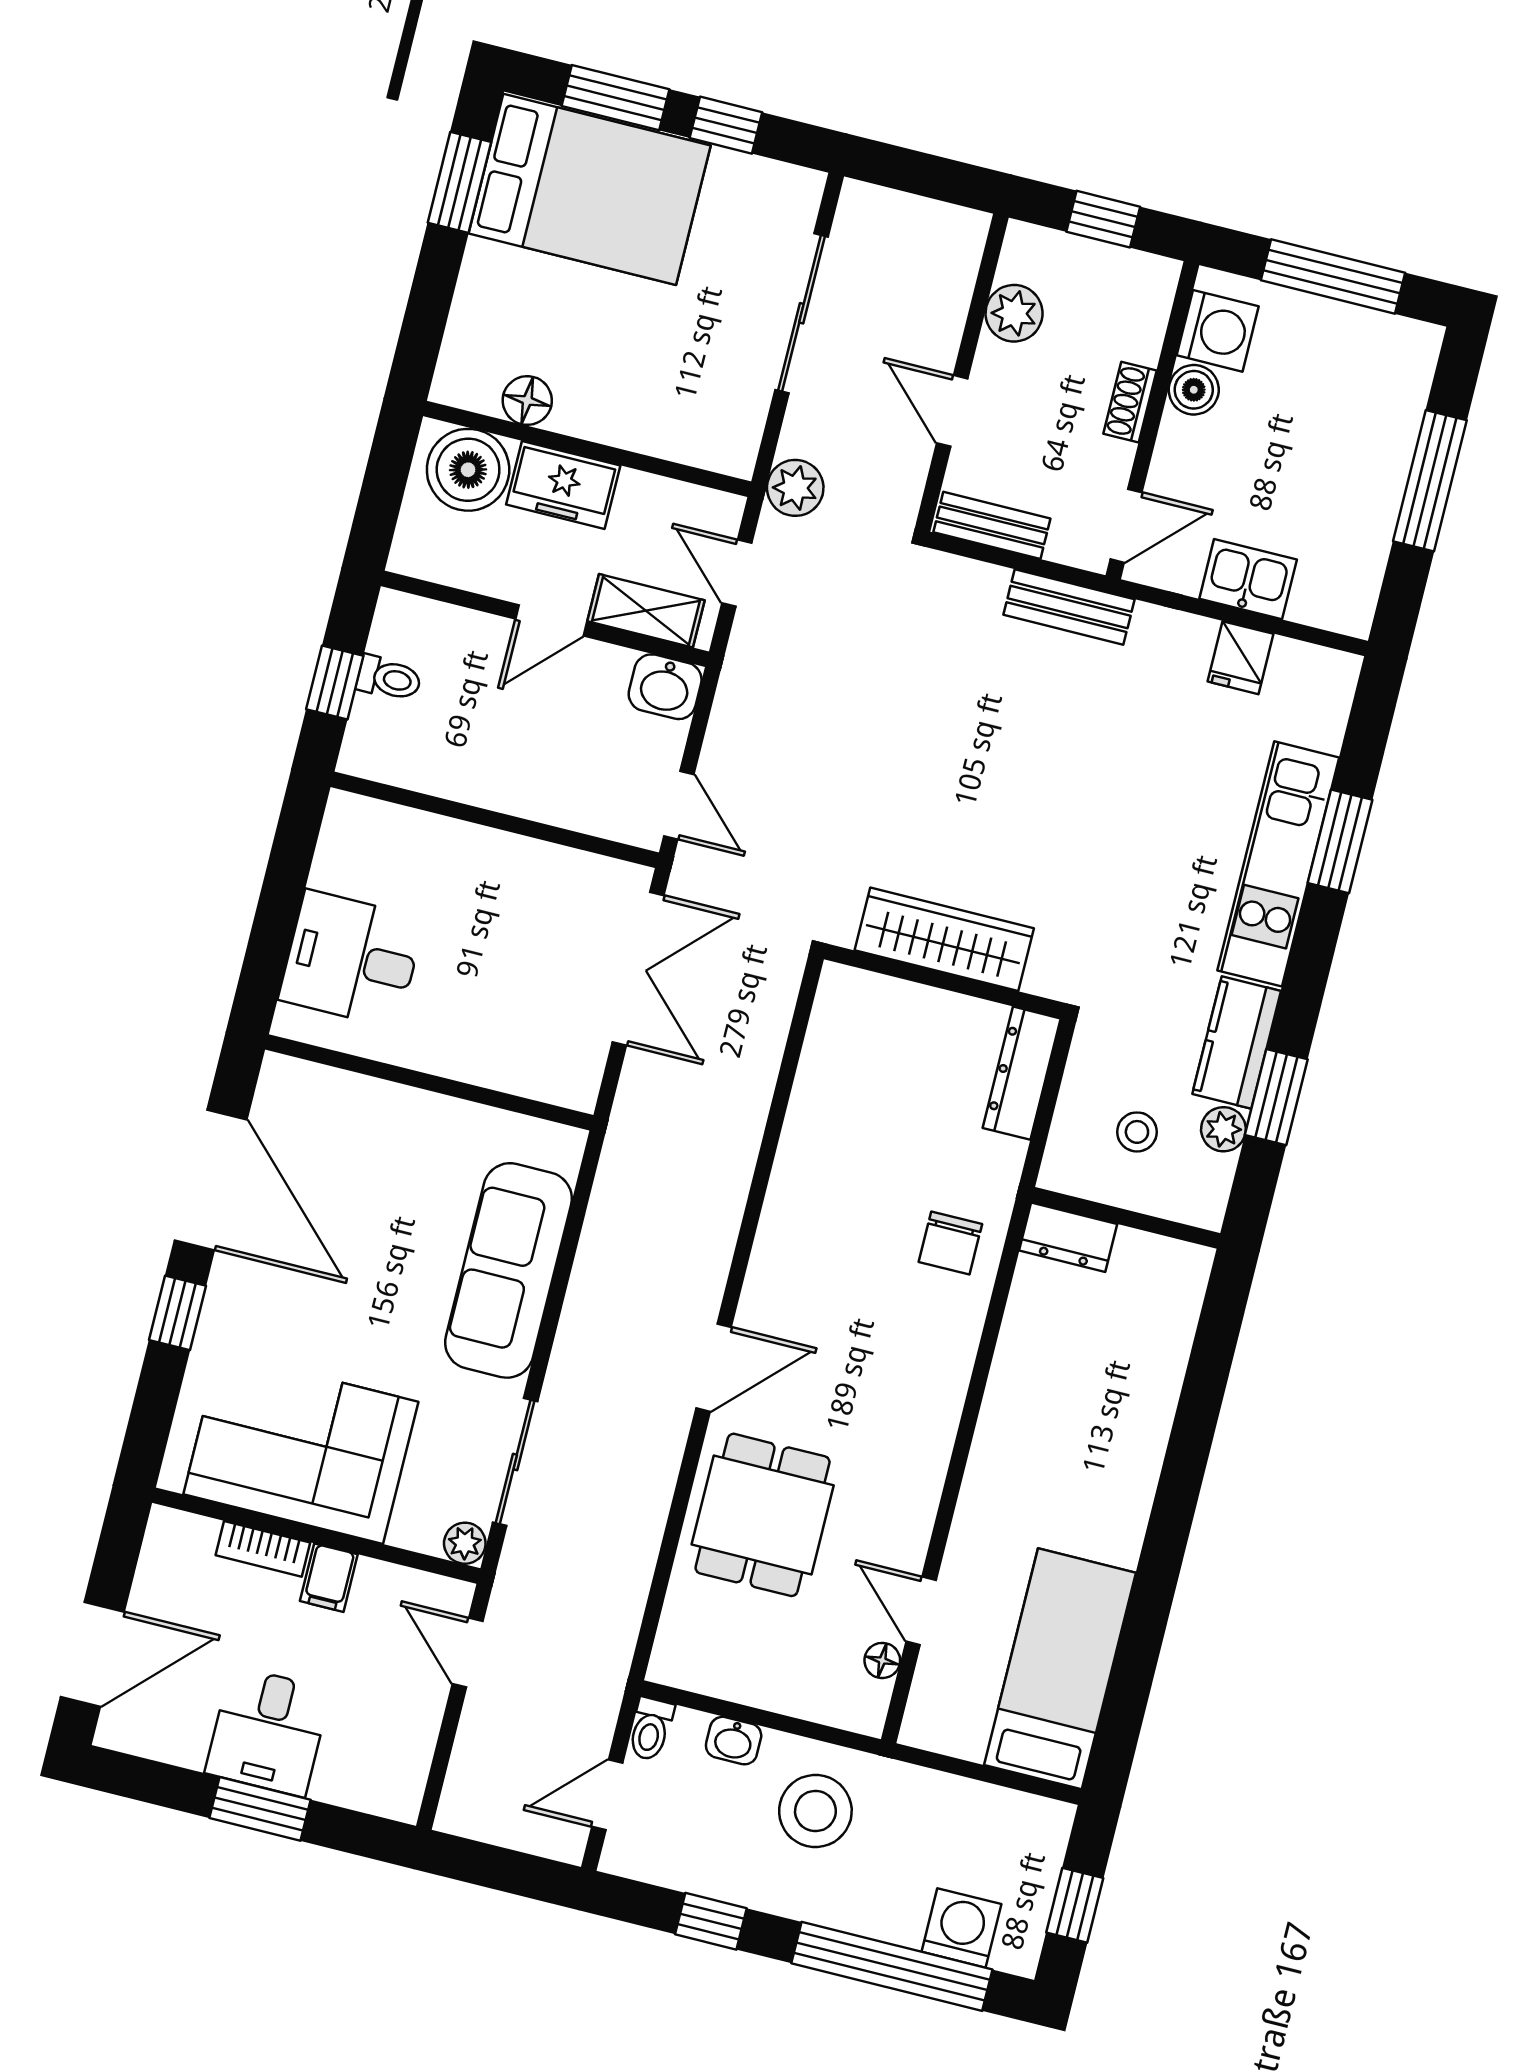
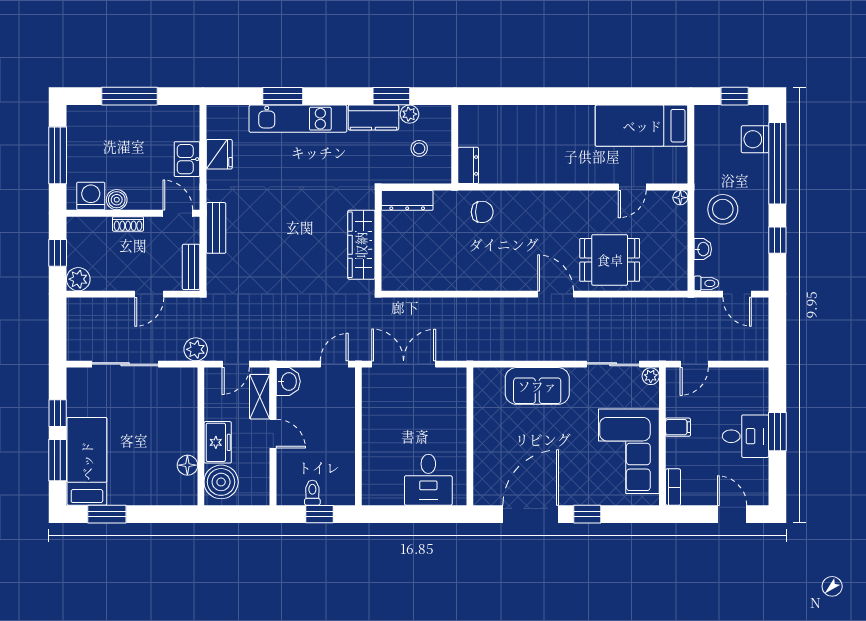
bed: (590, 189) -> (87, 461), width x0.67
plant: (1014, 313) -> (78, 279), moved
fridge: (1241, 658) -> (219, 154), width x1.38
sofa: (508, 1270) -> (537, 386), width x0.73
bookcase: (263, 1549) -> (673, 487), moved
door: (92, 1654) -> (732, 514), width x0.73
floor lamp: (882, 1660) -> (680, 198), moved

